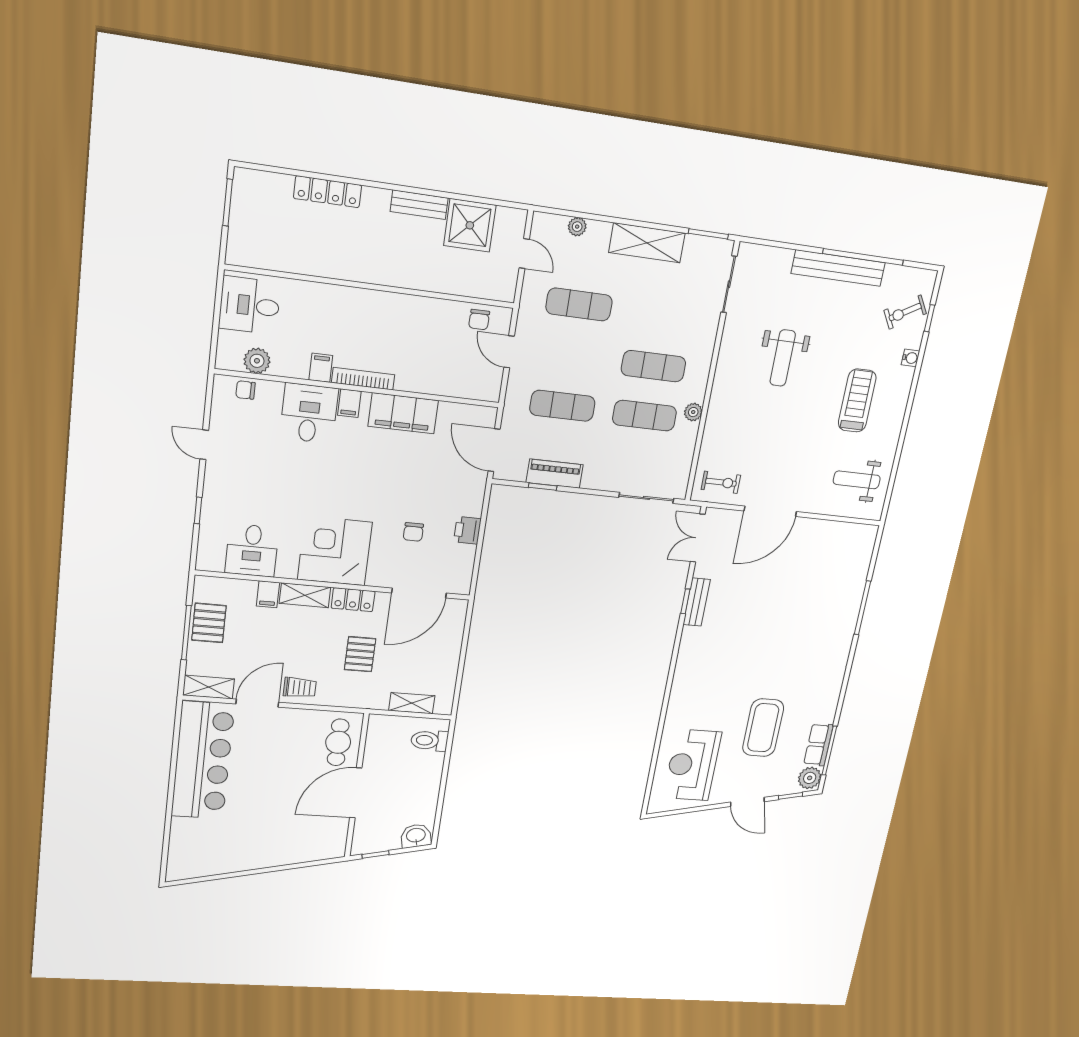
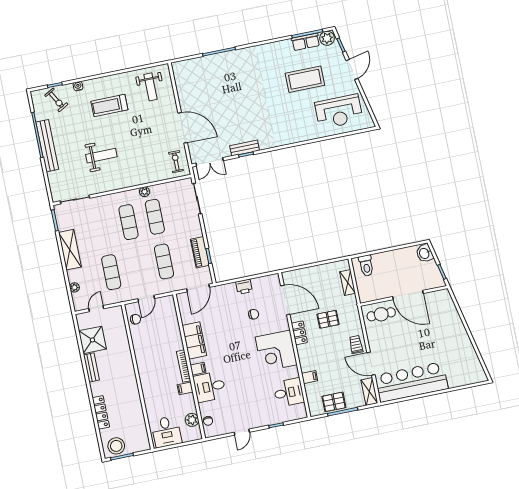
stool: (252, 199) -> (116, 446), added
shelving: (305, 595) -> (304, 358), removed

